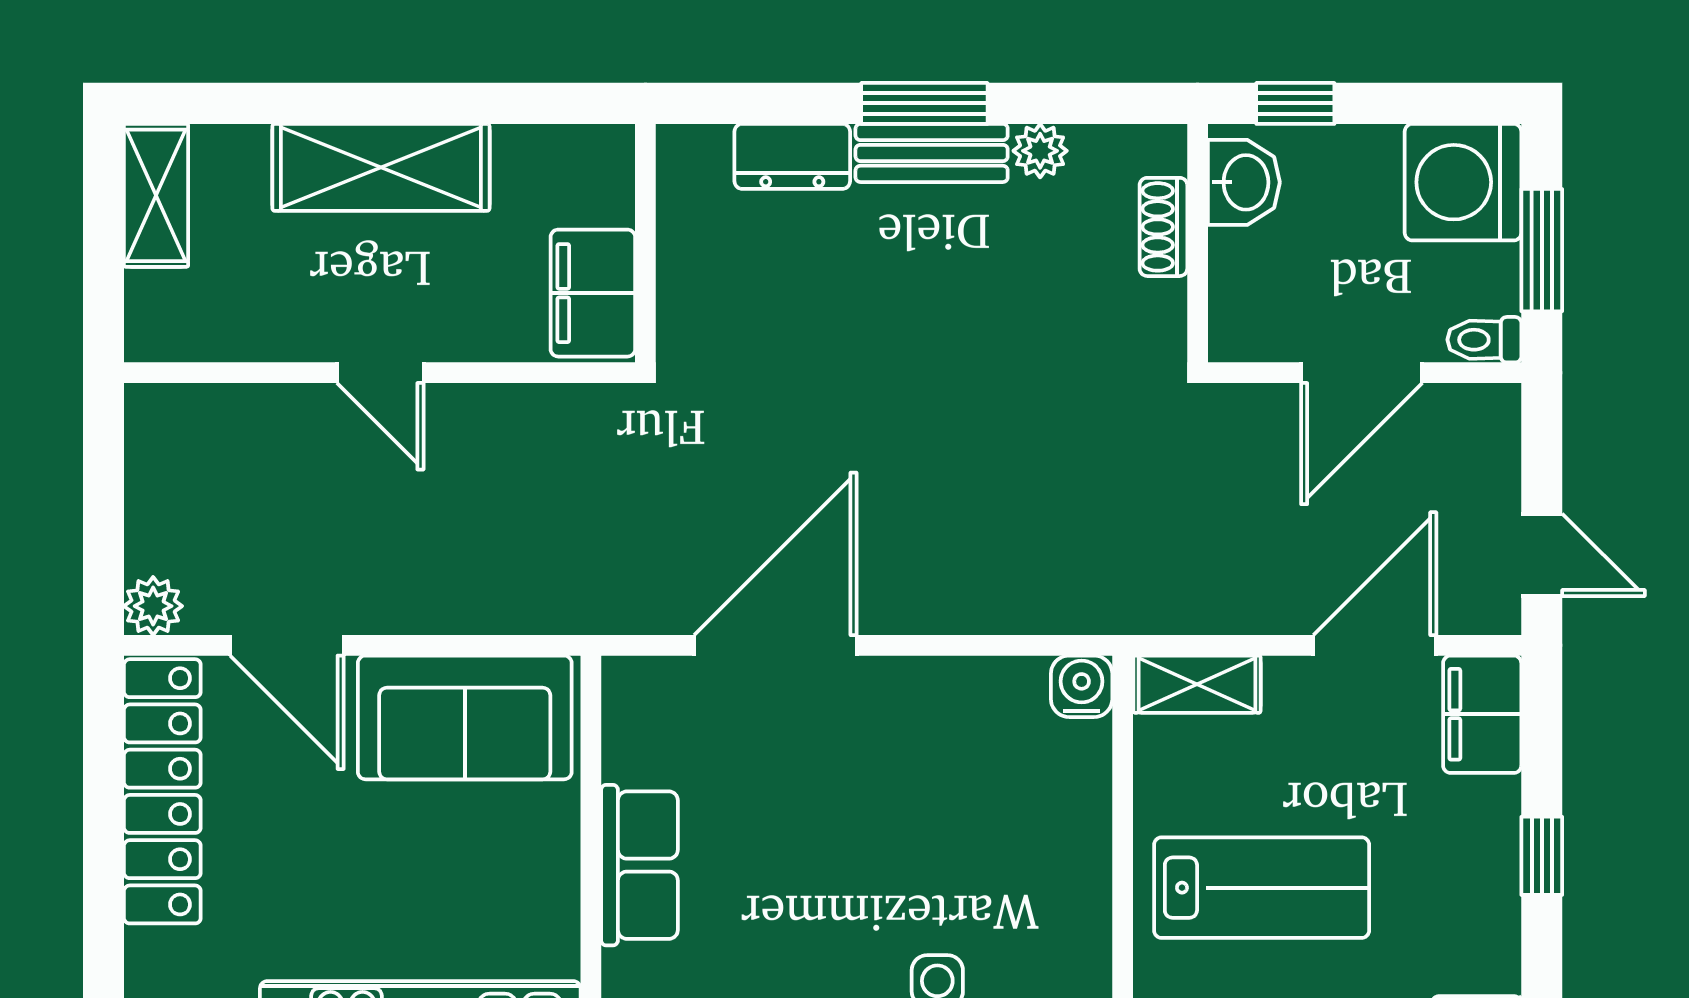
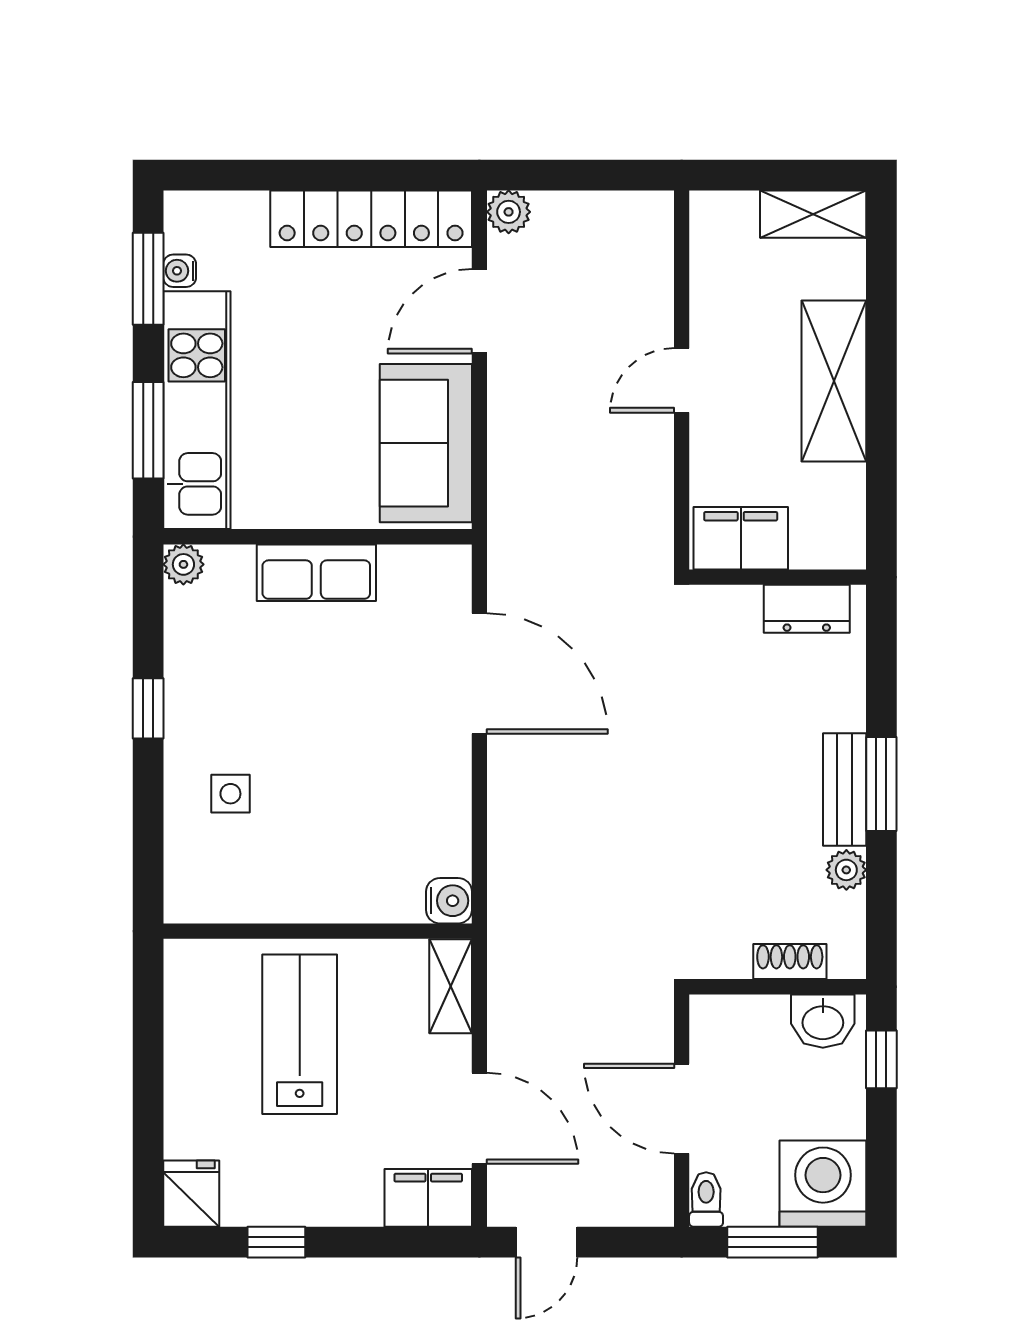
dresser: (792, 156) -> (807, 609), moved, turned -90
window: (1542, 856) -> (276, 1242), moved
lab bench: (1262, 888) -> (300, 1034), turned 180

